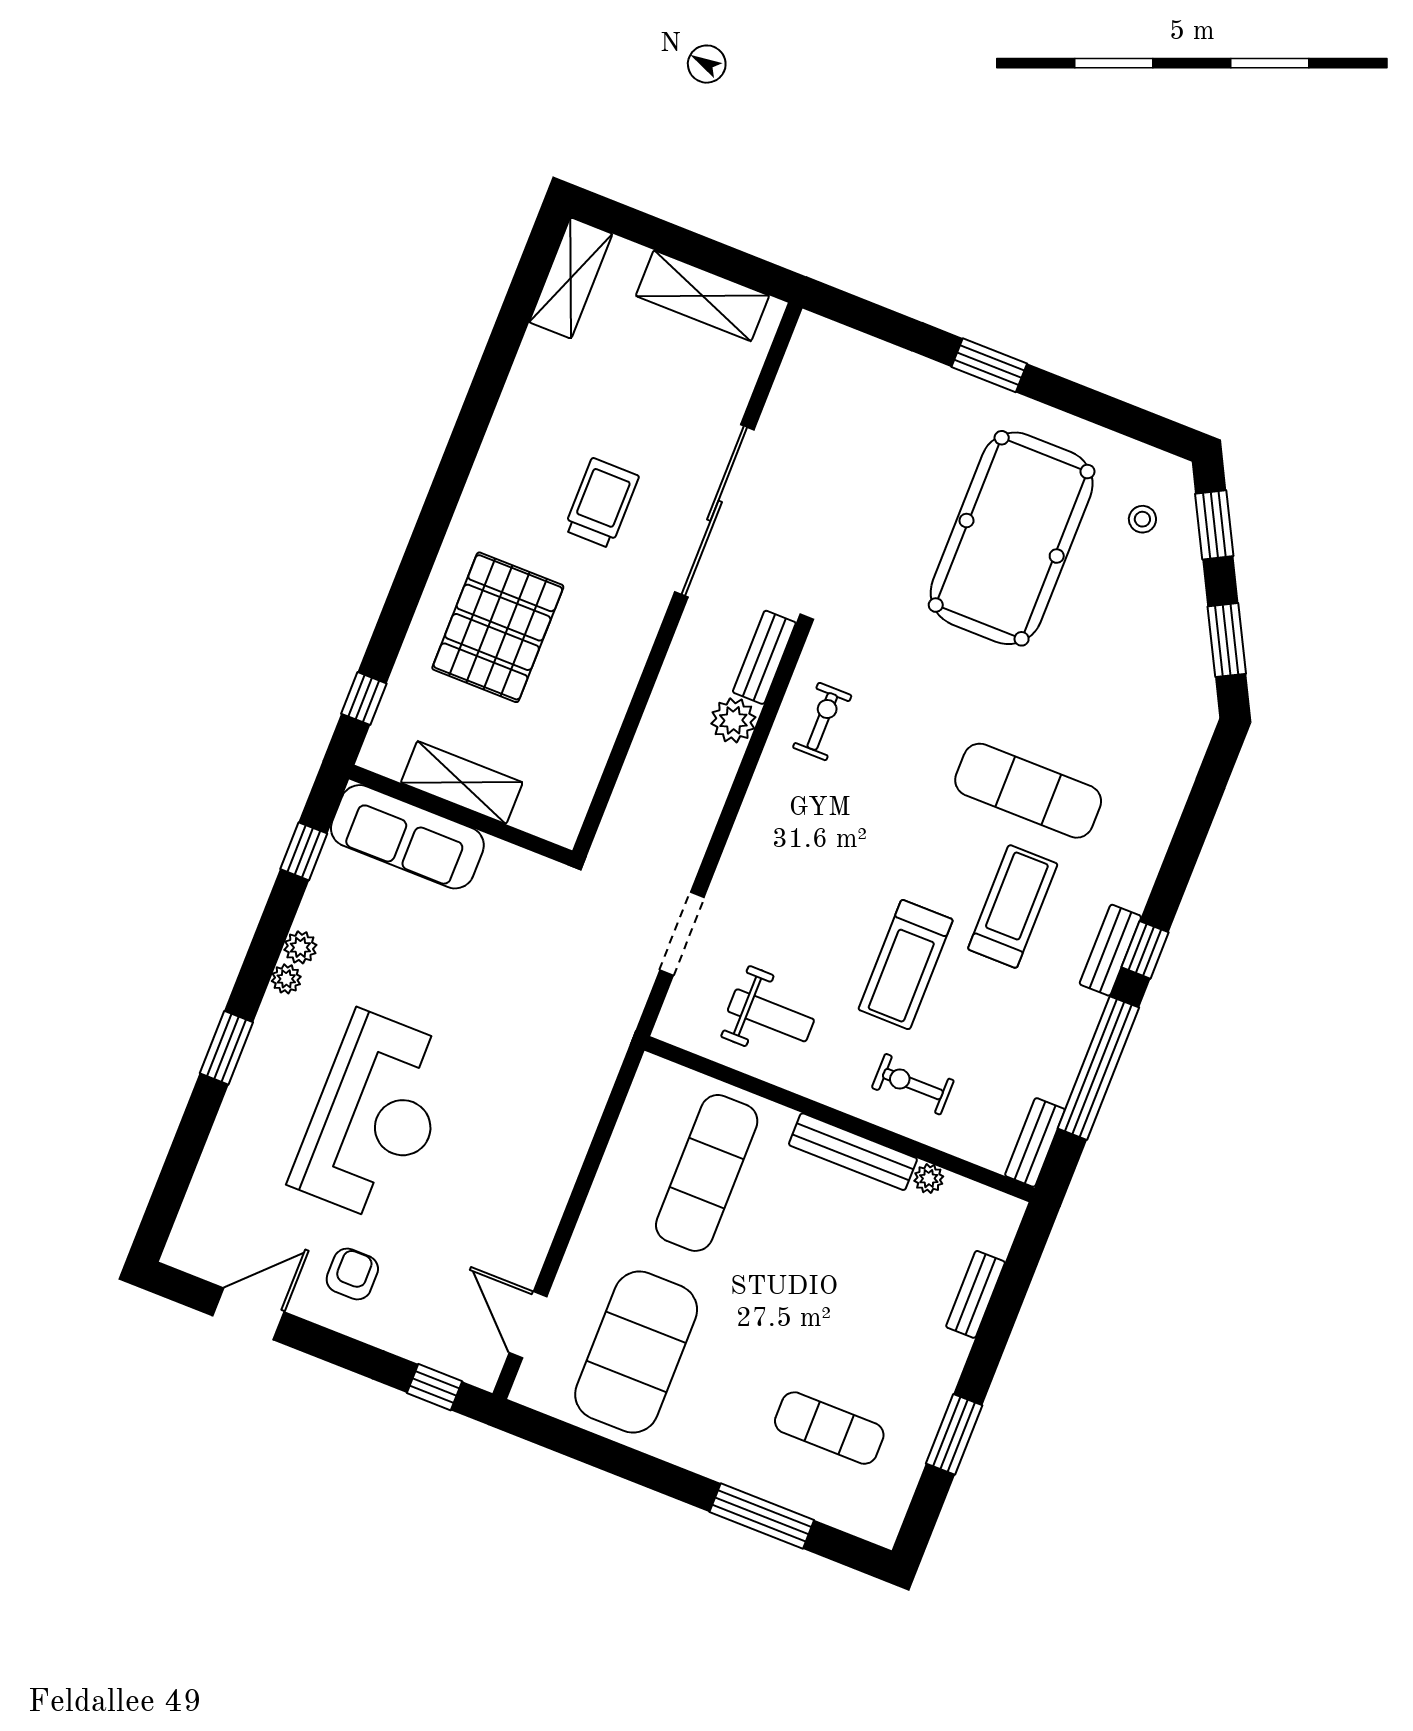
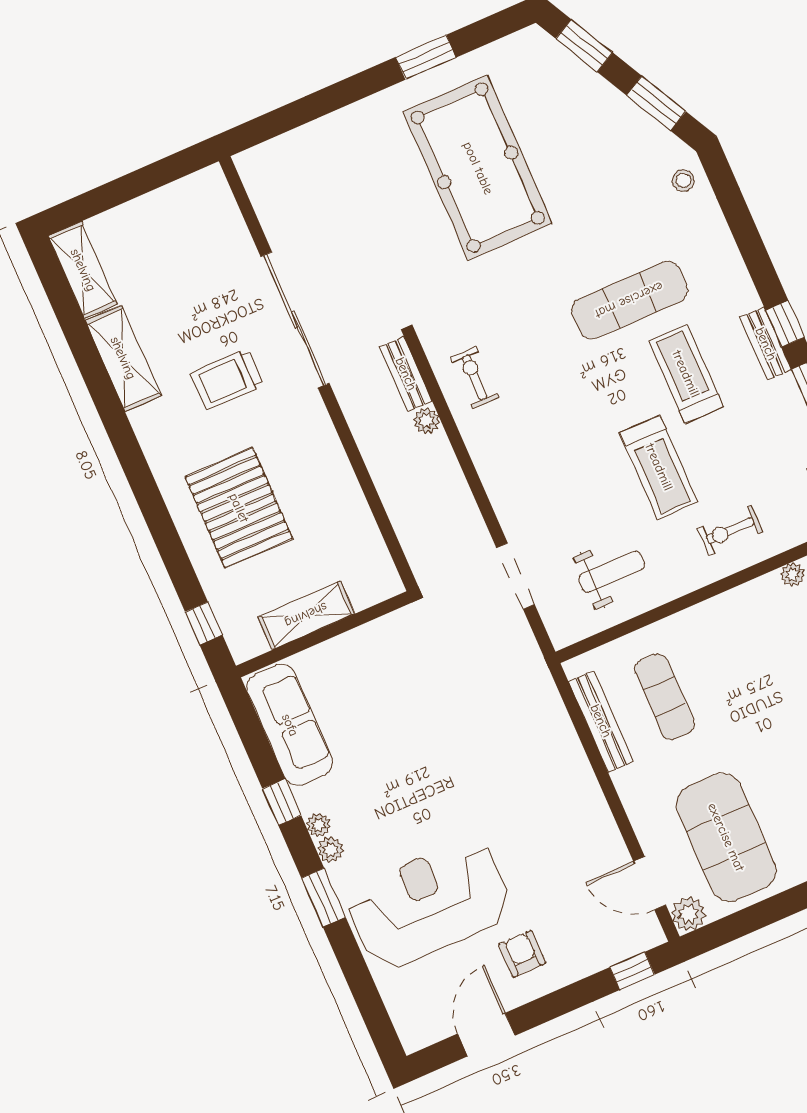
shelving: (702, 296) -> (123, 358), moved, turned 90
window: (989, 365) -> (426, 57), moved
trolley: (601, 503) -> (227, 379), turned -90
stool: (1142, 519) -> (683, 181), moved
plant: (733, 720) -> (426, 421), width x0.73, depth x0.73
sofa: (407, 837) -> (290, 725), moved, turned -90
window: (304, 851) -> (282, 802), moved
plant: (300, 947) -> (331, 850), moved
reception desk: (375, 1117) -> (430, 904), moved, turned -90
bench: (853, 1152) -> (601, 721), moved, turned 90
exercise mat: (707, 1173) -> (664, 697), width x0.73, depth x0.69
plant: (535, 1387) -> (689, 914), added

